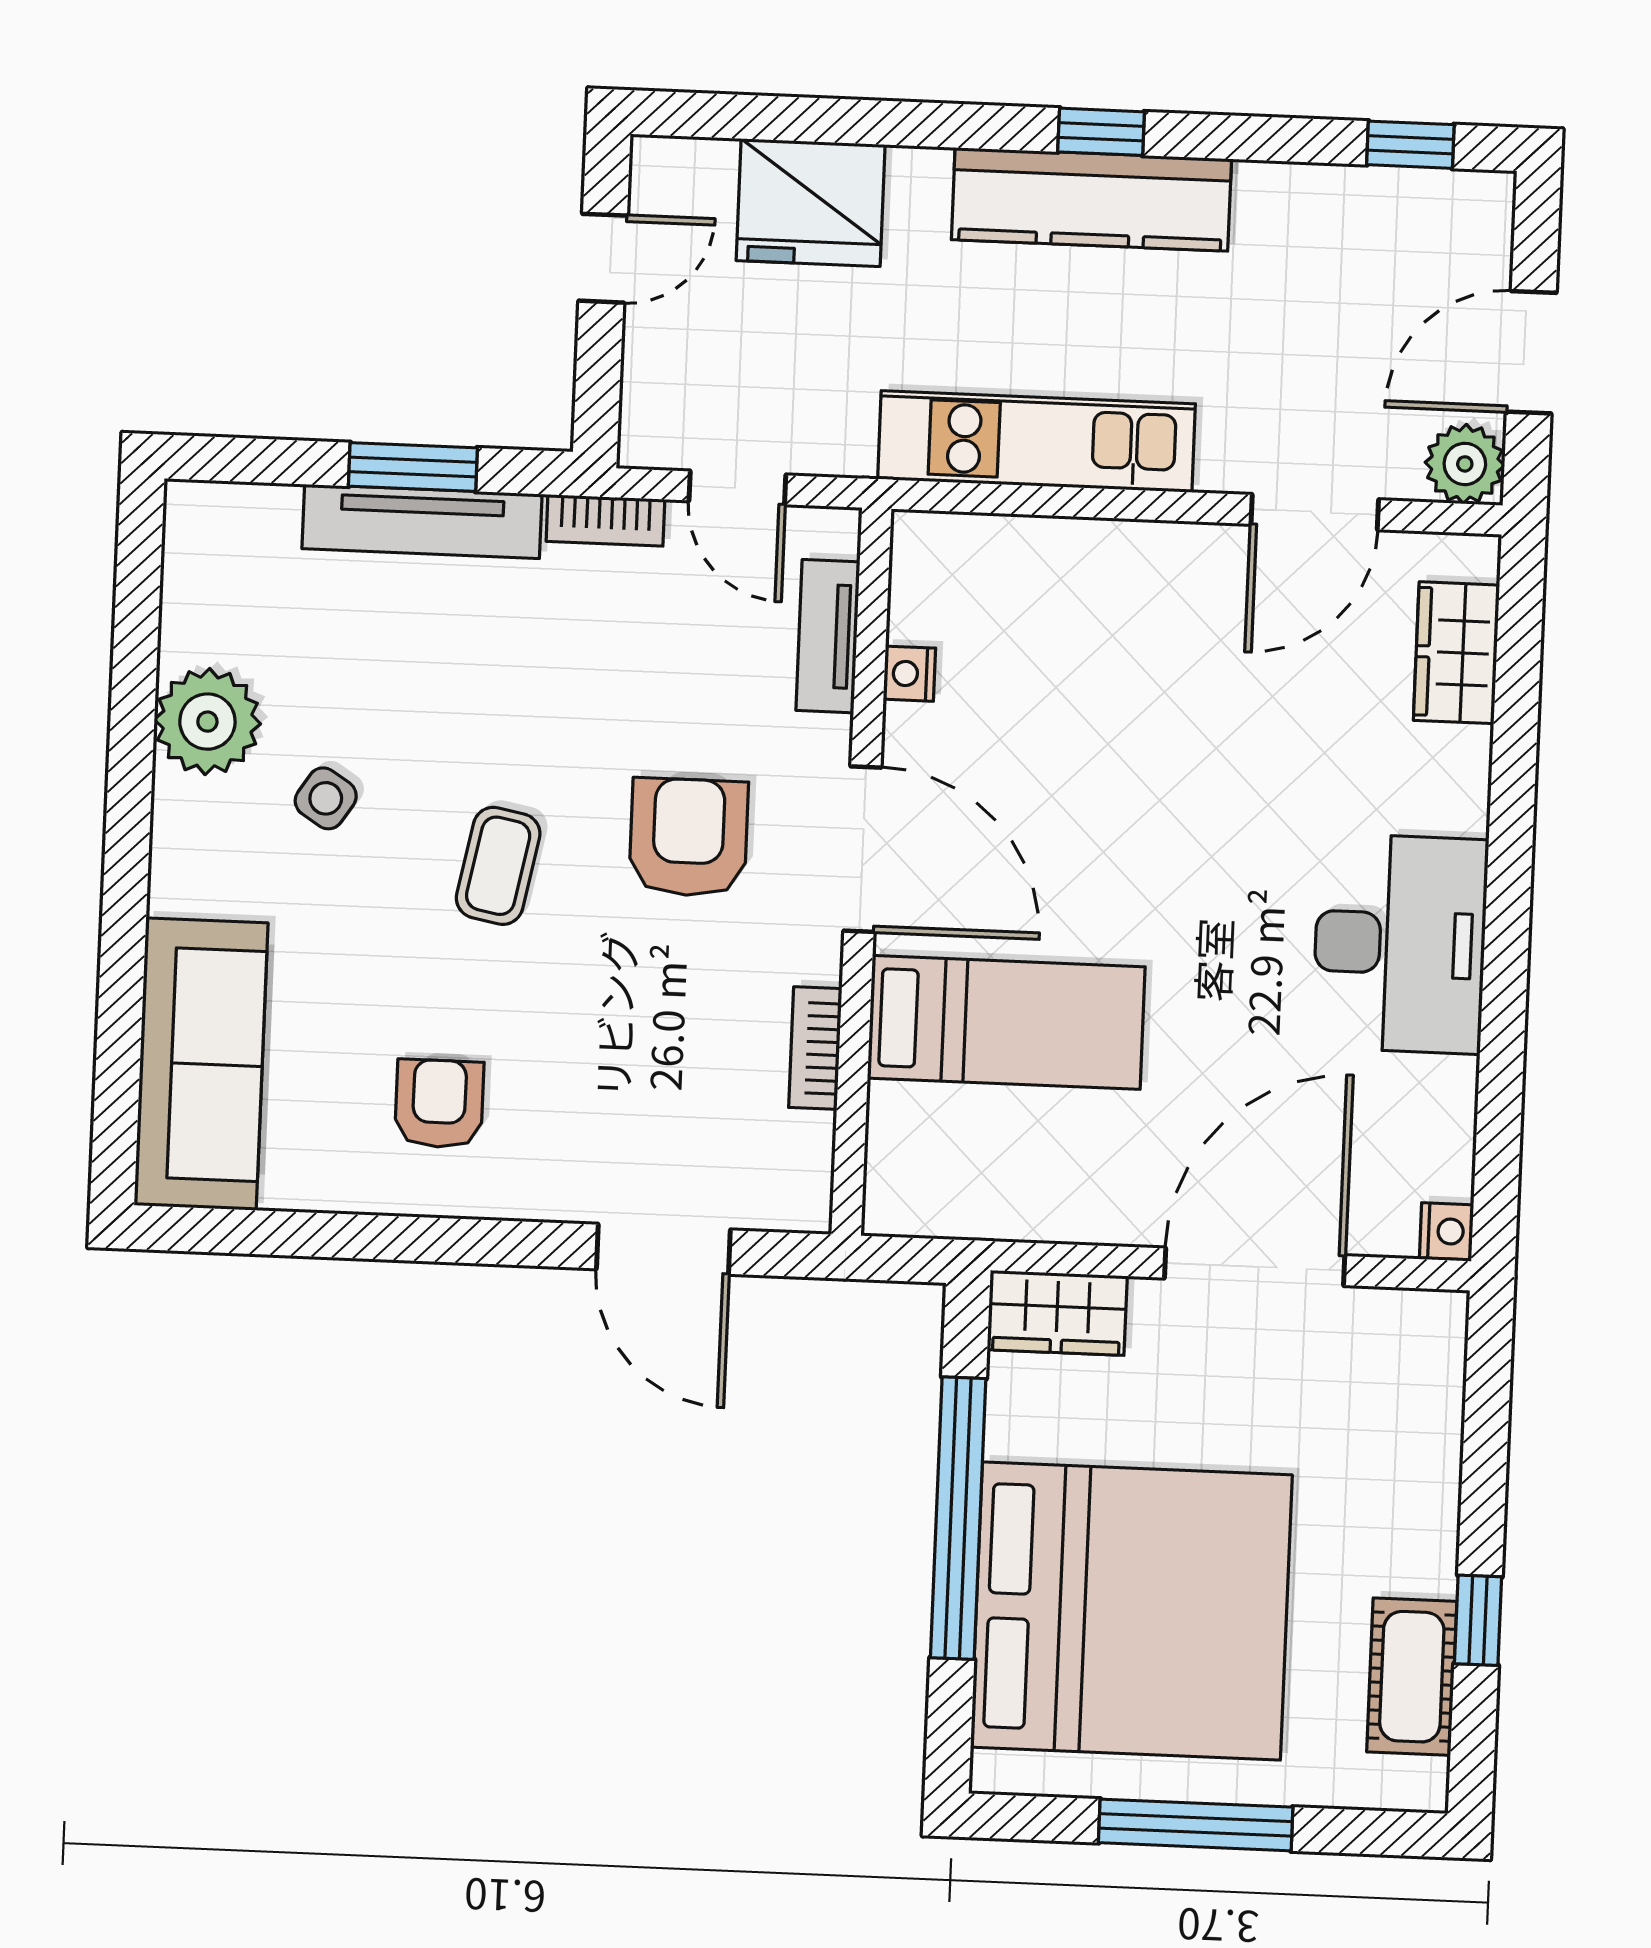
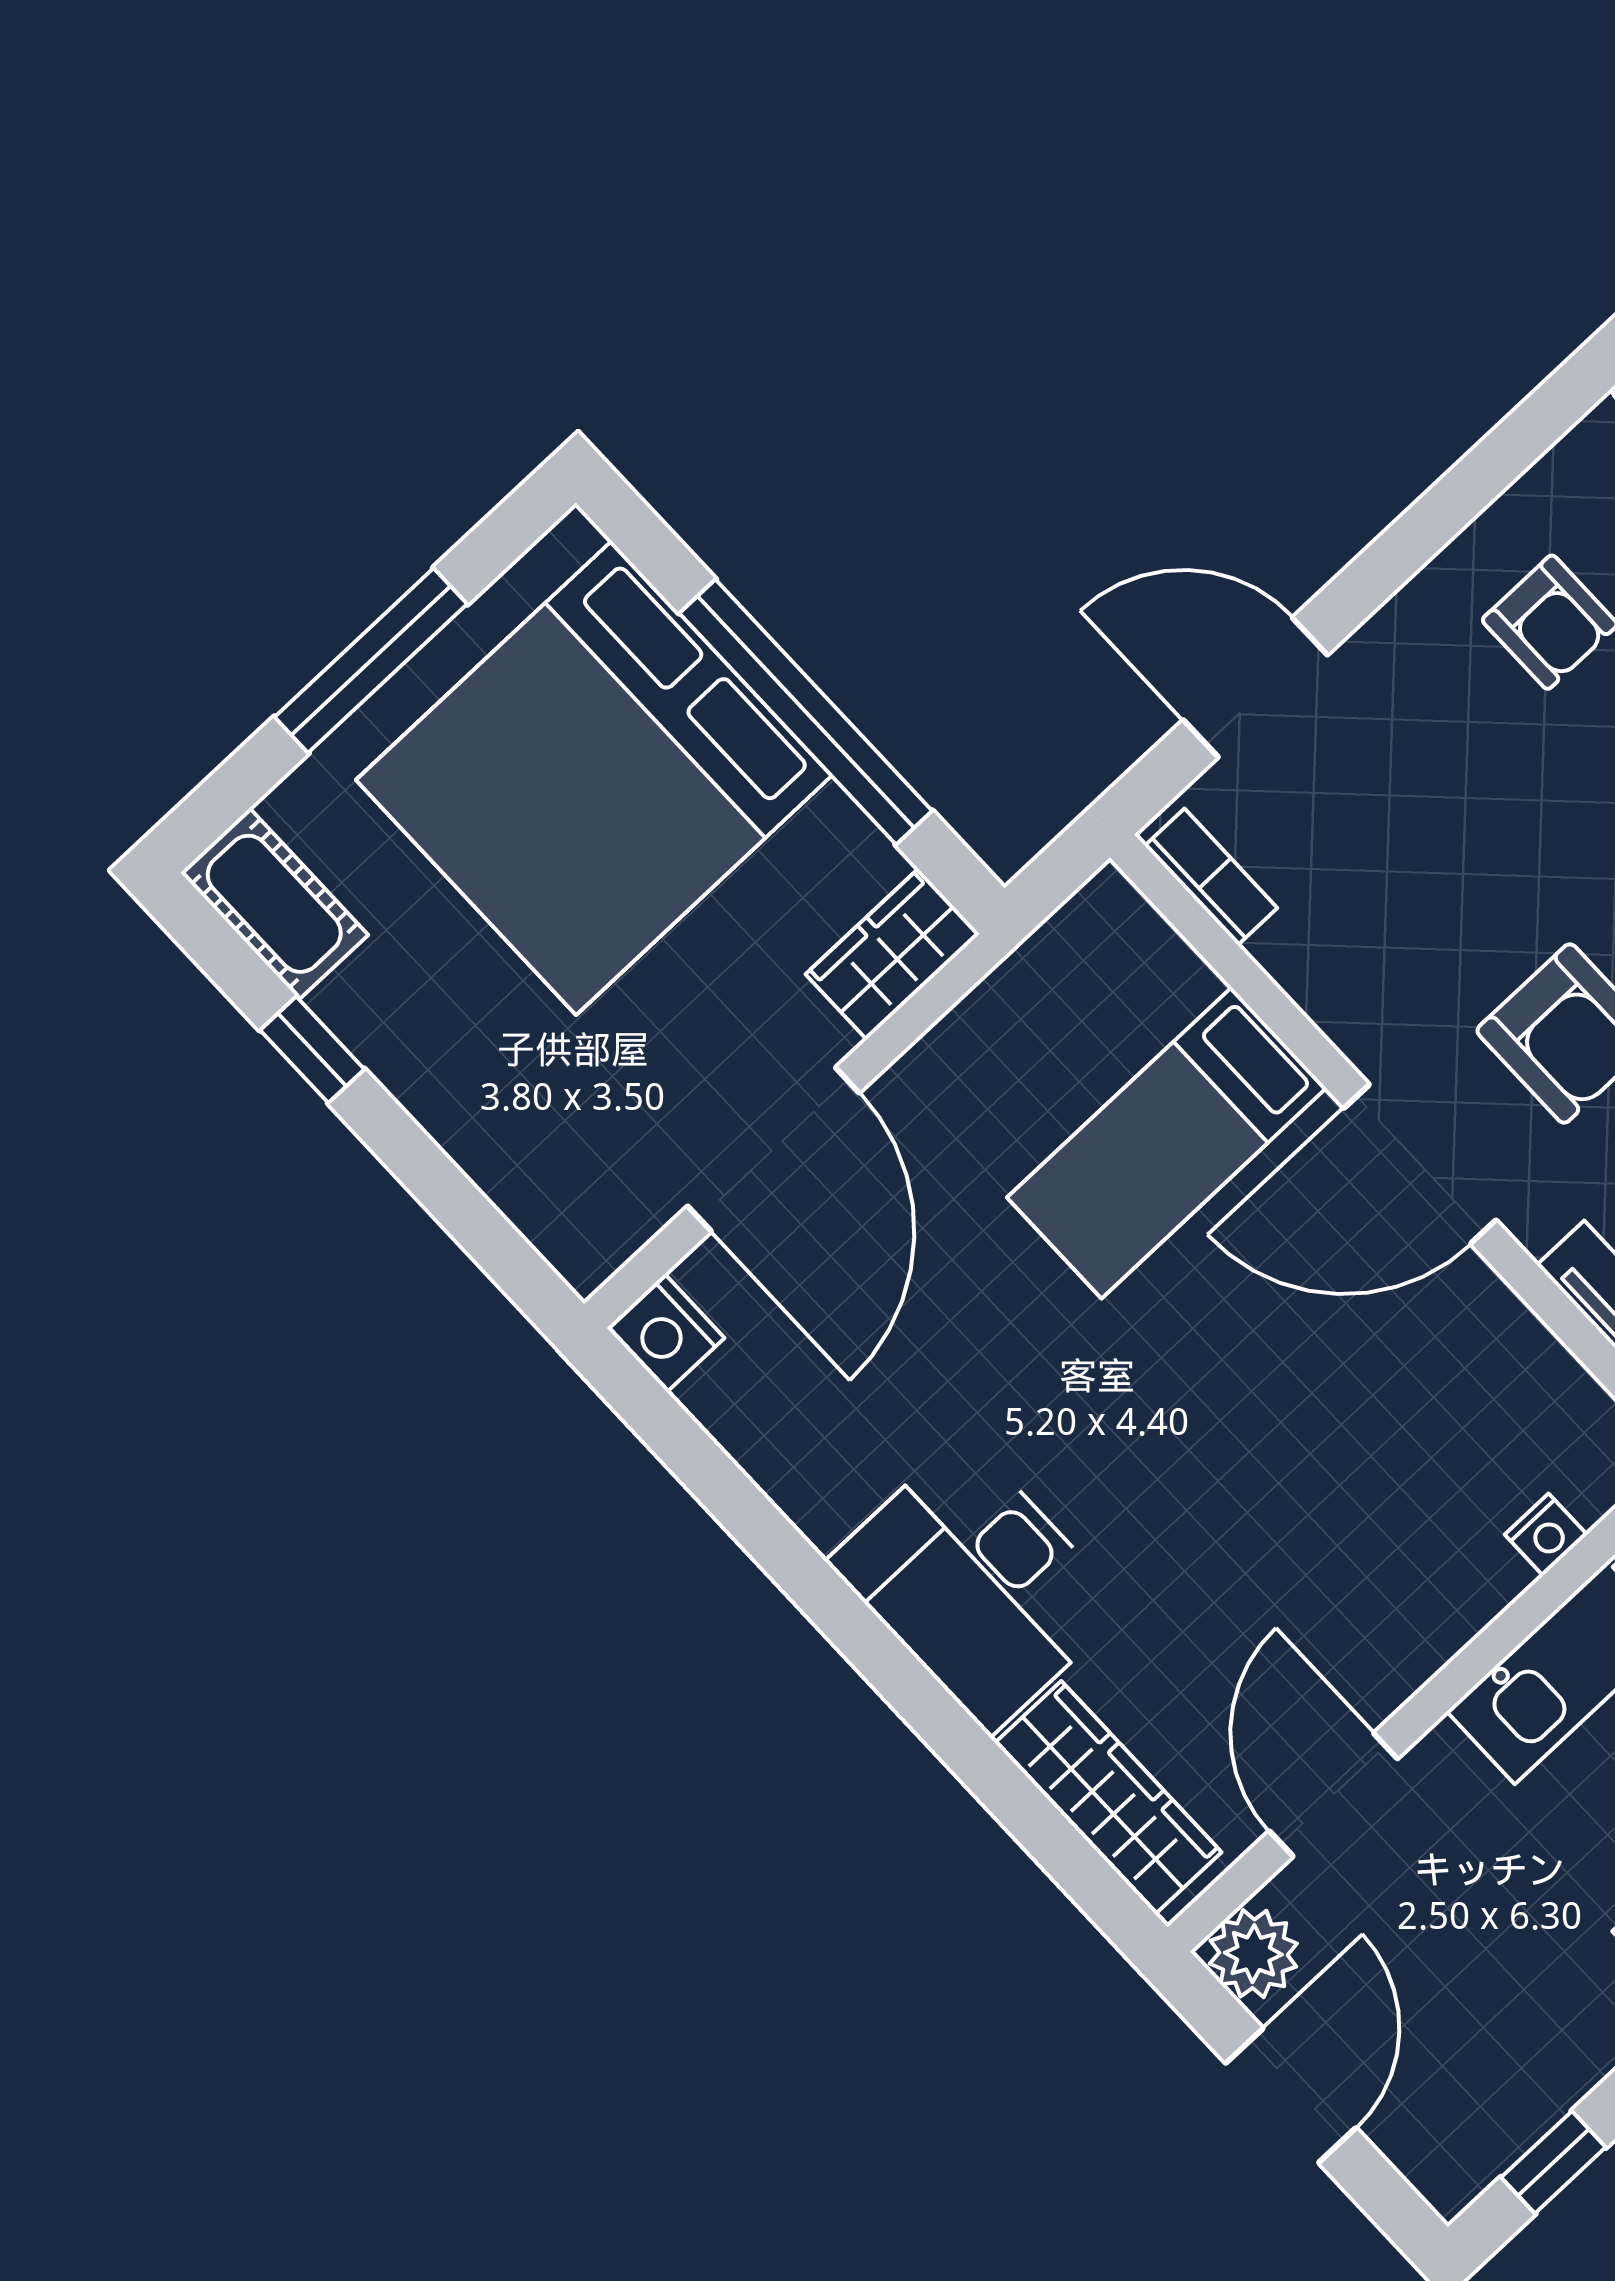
wardrobe: (1456, 653) -> (1108, 1798), width x1.50
nightstand: (909, 674) -> (1546, 1535), moved, turned 90
desk: (1400, 944) -> (977, 1584), moved
bookcase: (815, 1048) -> (1211, 877), moved
nightstand: (1446, 1231) -> (666, 1334), width x1.39, depth x1.35
cot: (1412, 1677) -> (274, 904), moved

